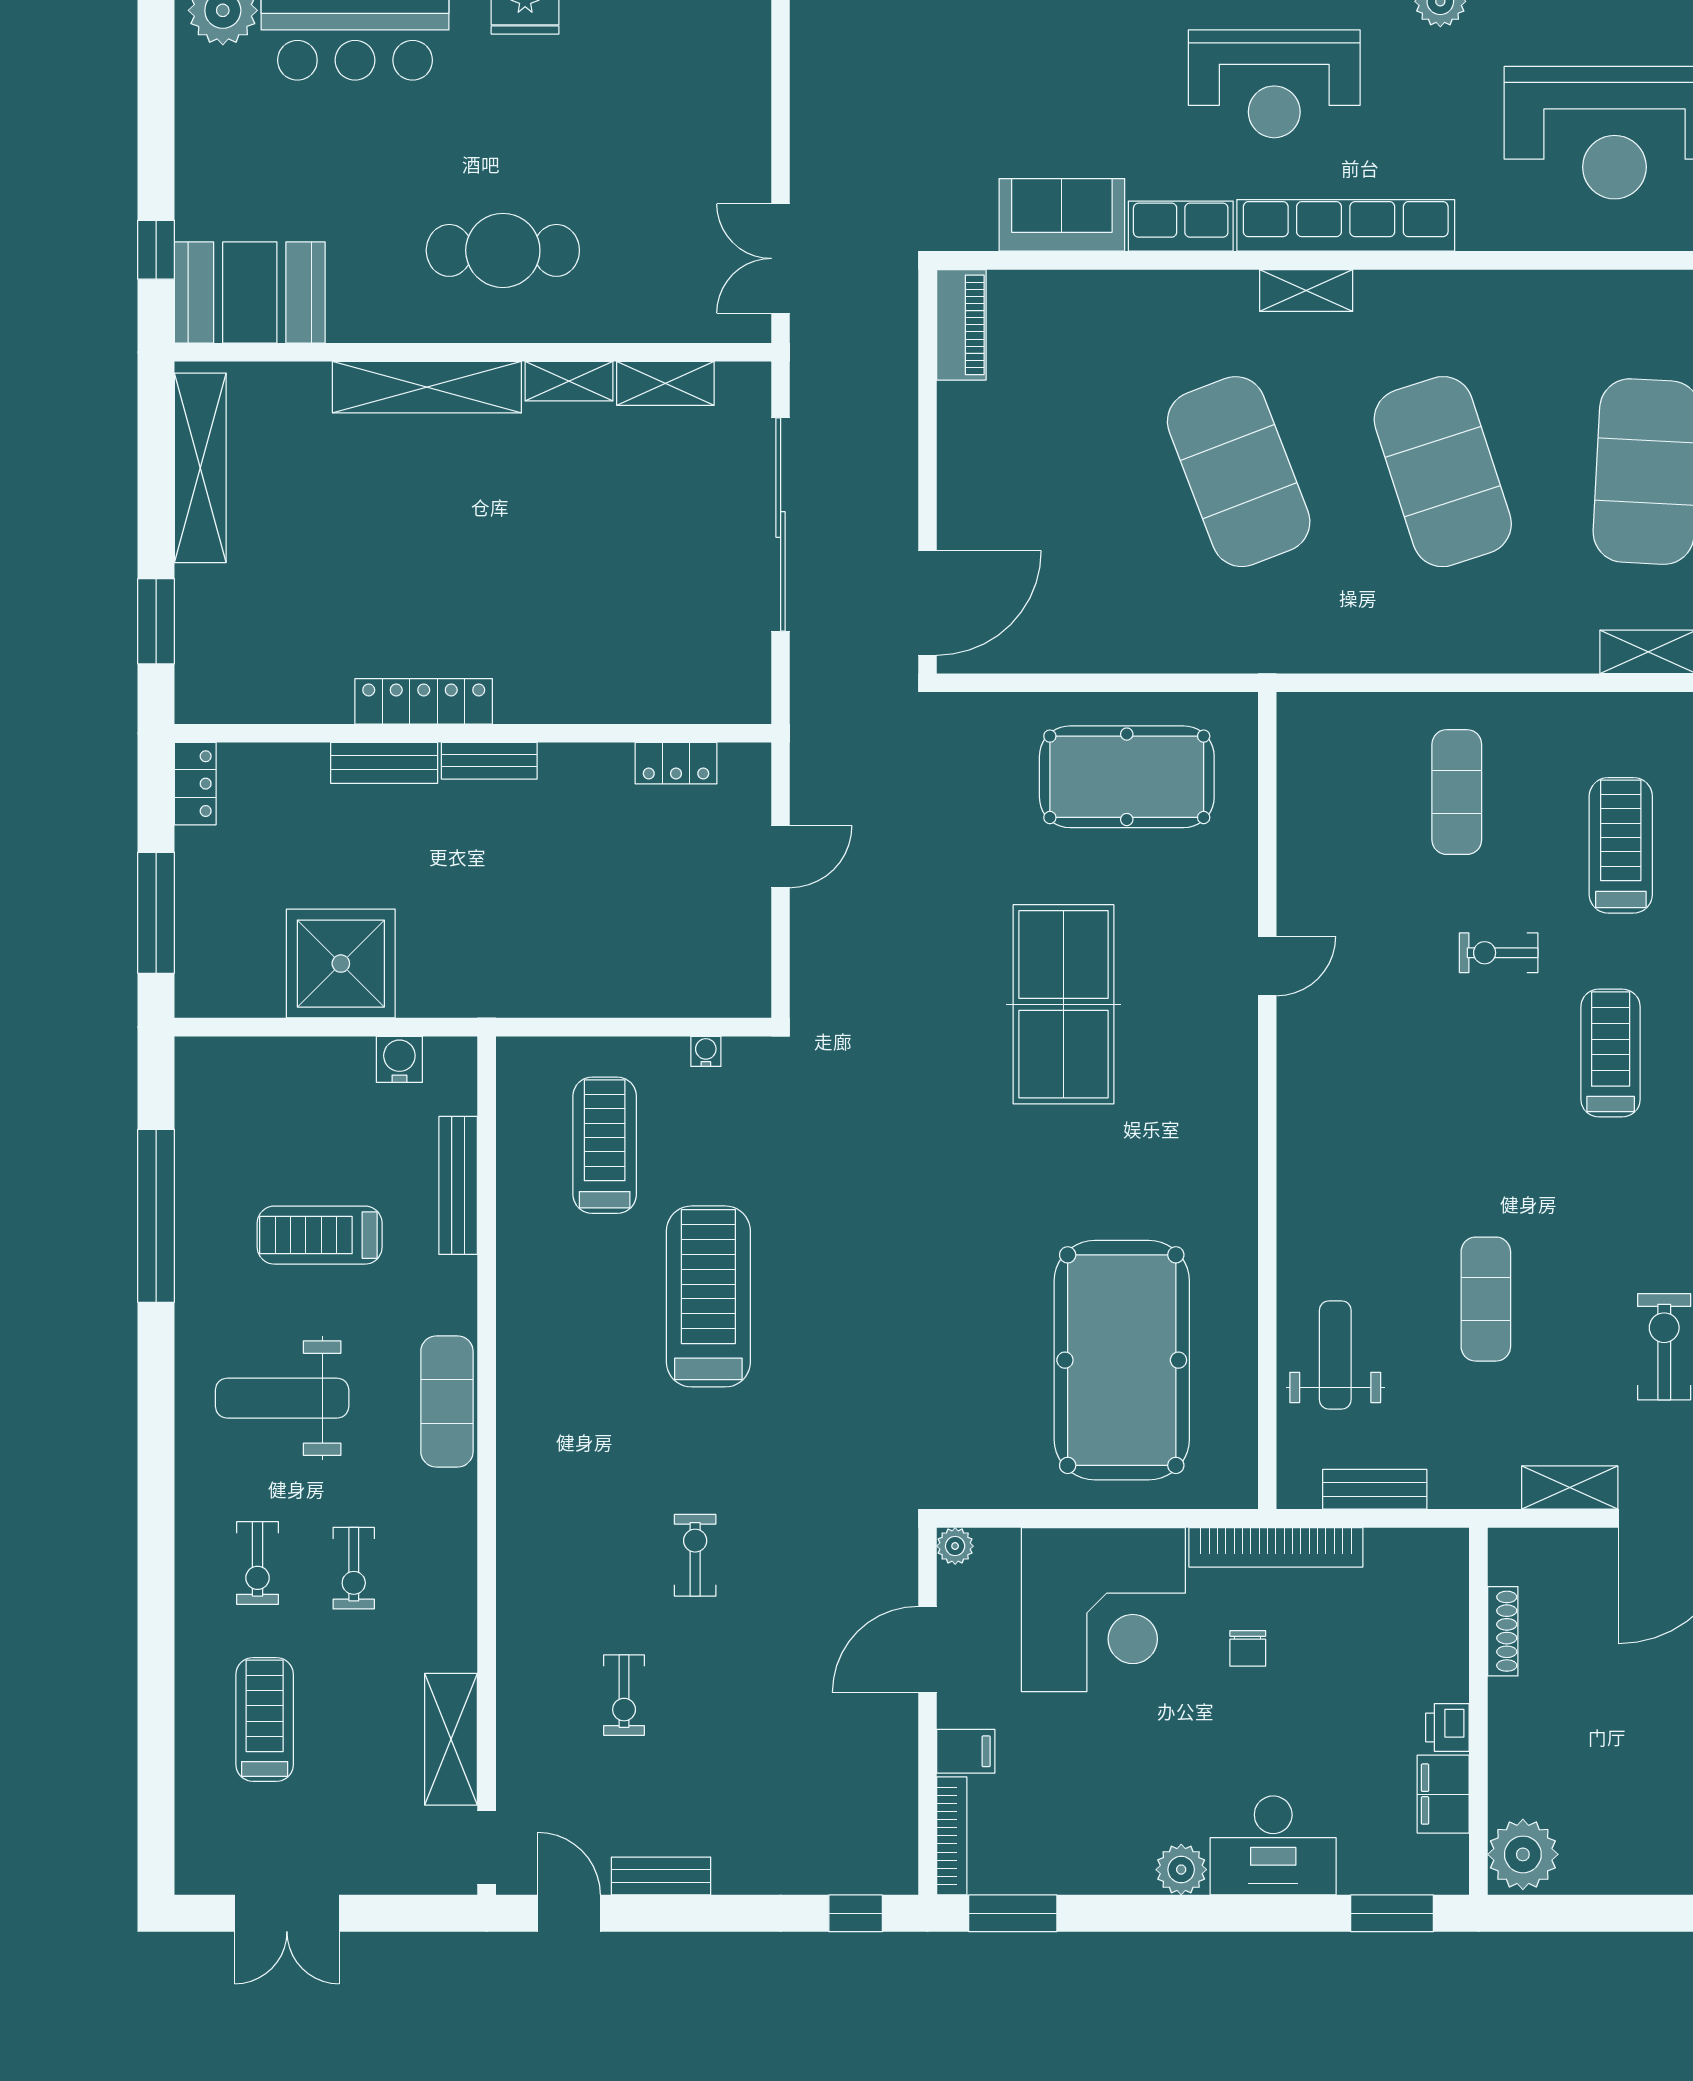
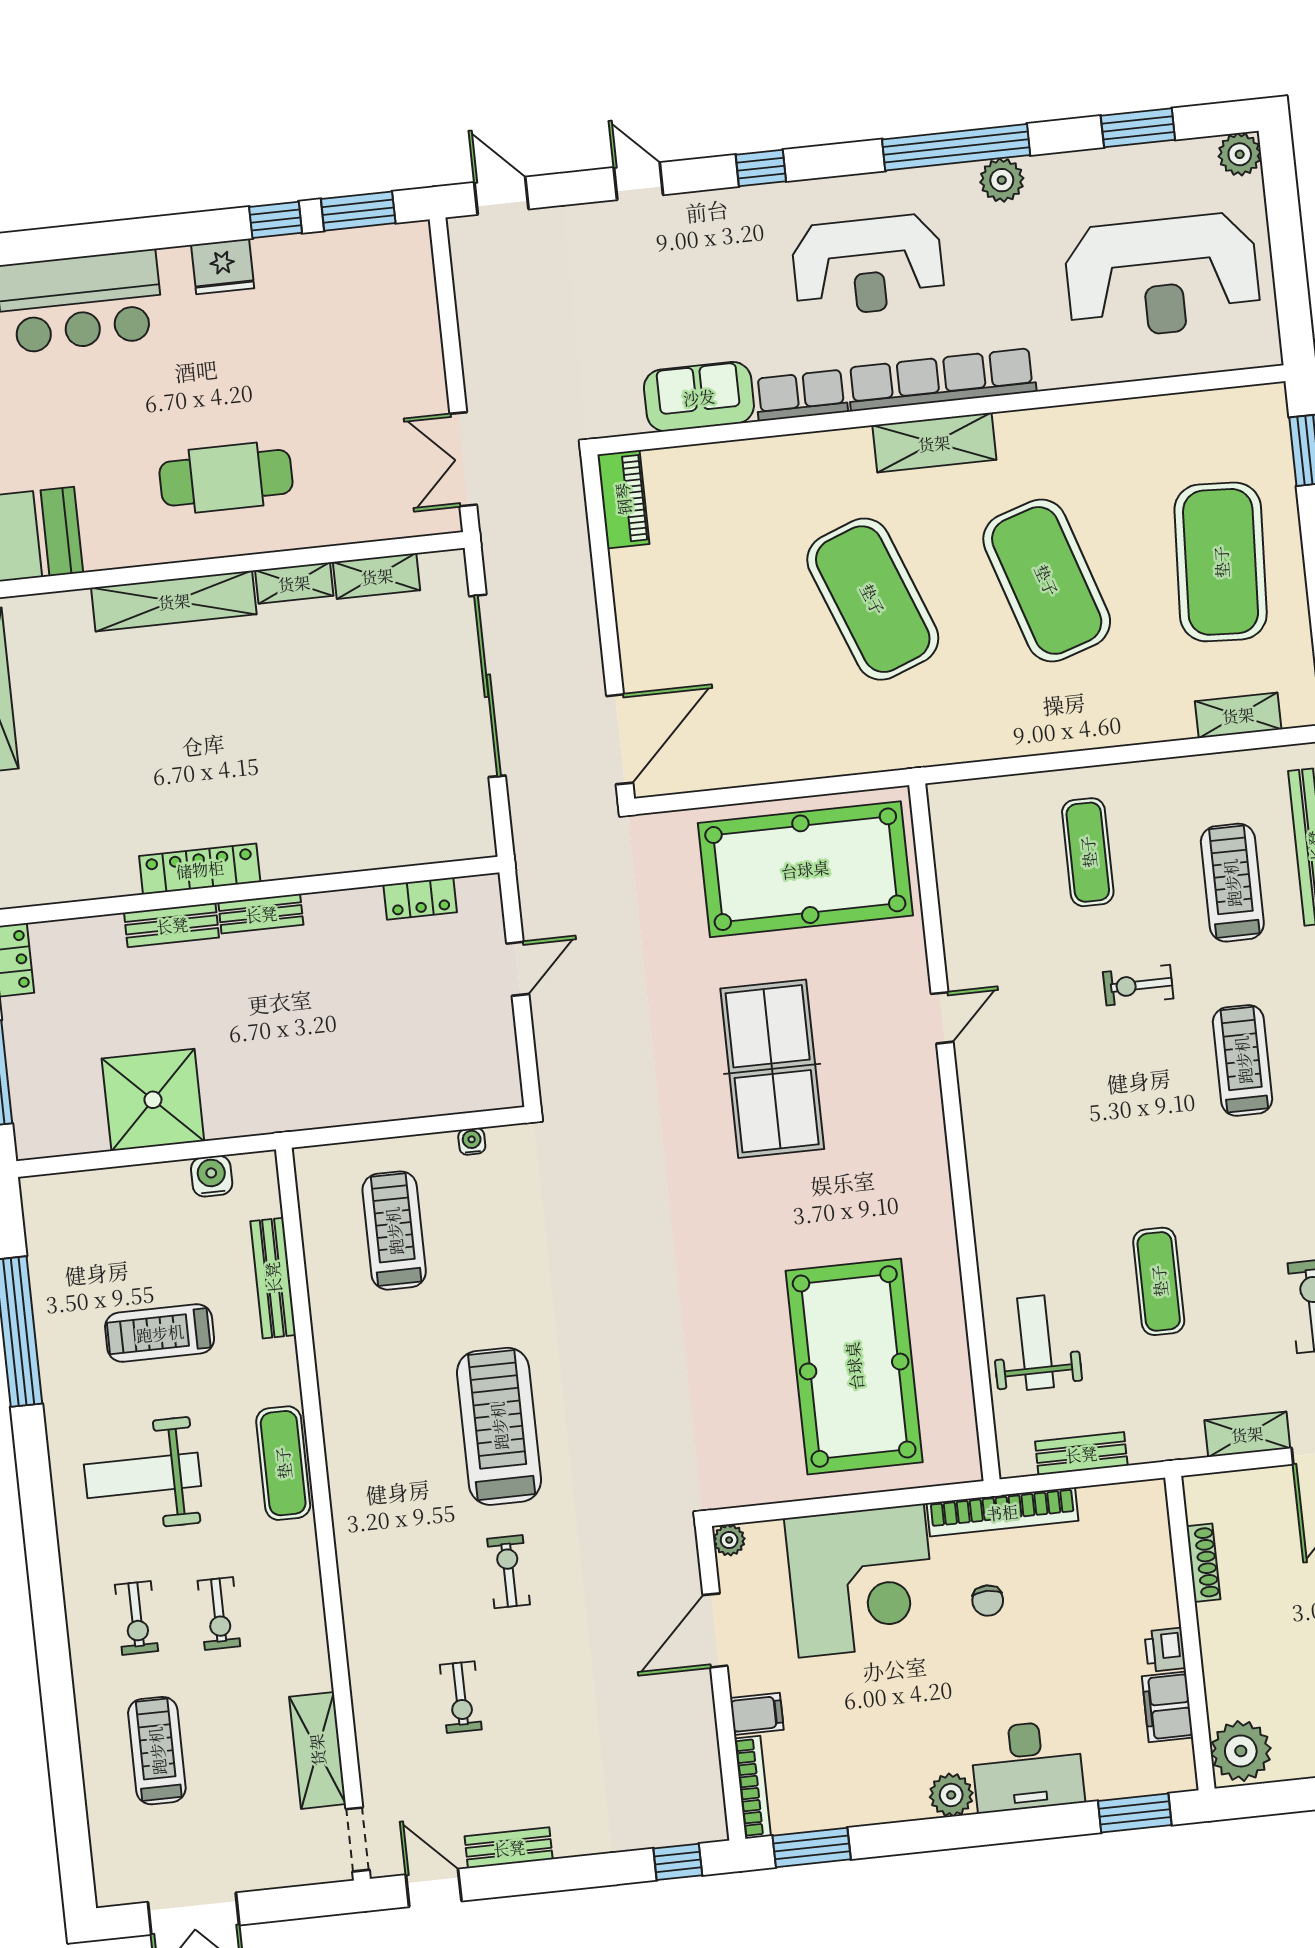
shelving: (1306, 291) -> (934, 443), width x1.50, depth x1.33
pool table: (1127, 777) -> (805, 869), width x1.36, depth x1.32
treadmill: (708, 1296) -> (499, 1426), moved

